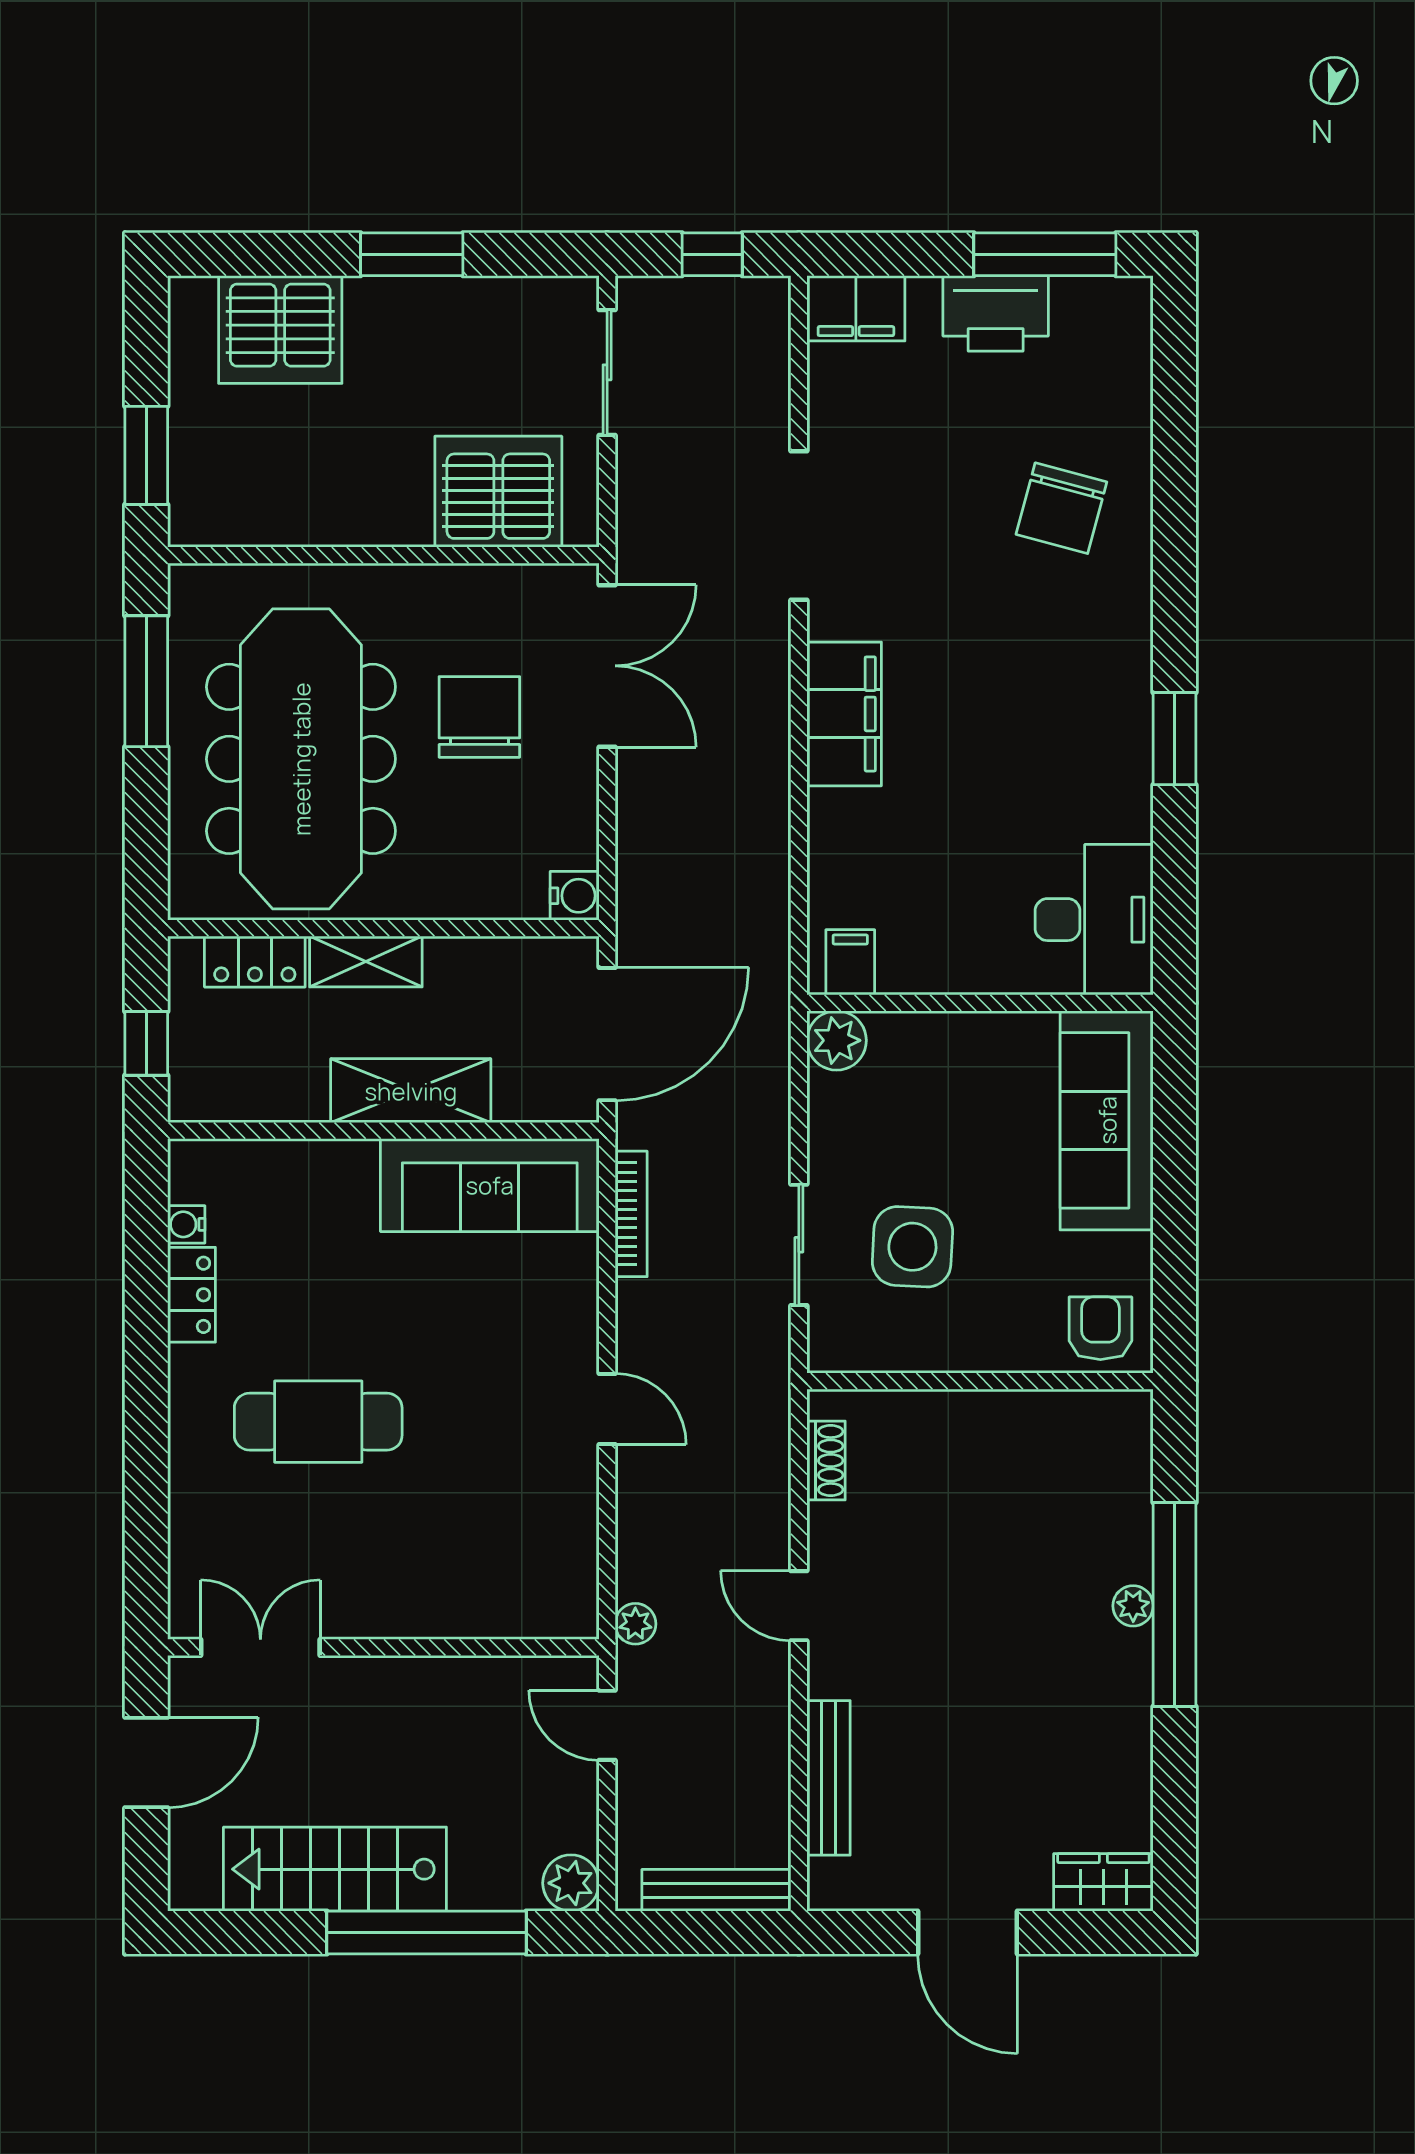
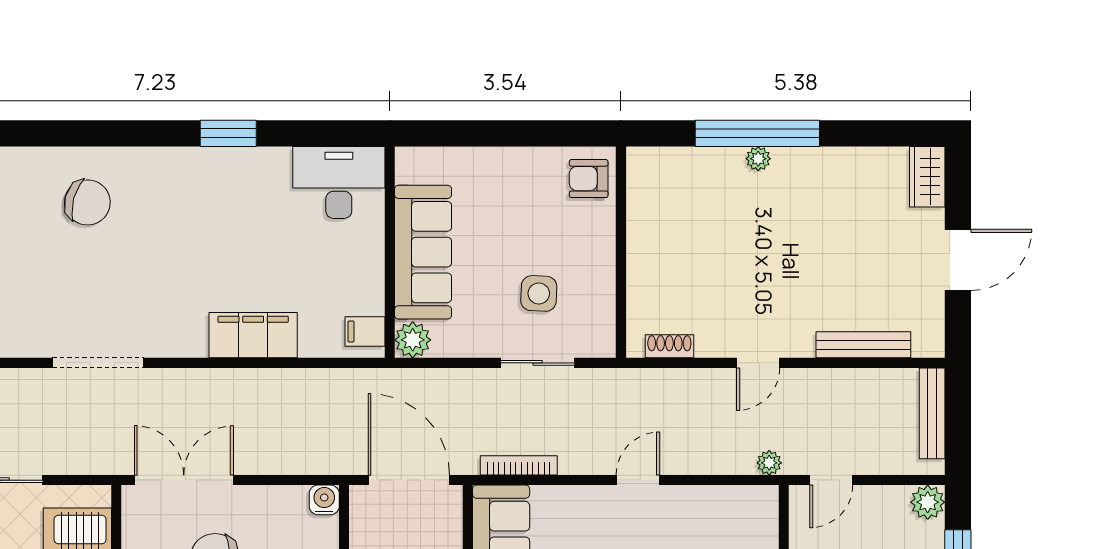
filing cabinet: (844, 714) -> (253, 335), moved
sofa: (1107, 1120) -> (423, 252), moved, turned -90
side table: (912, 1247) -> (539, 293), width x0.73, depth x0.73

